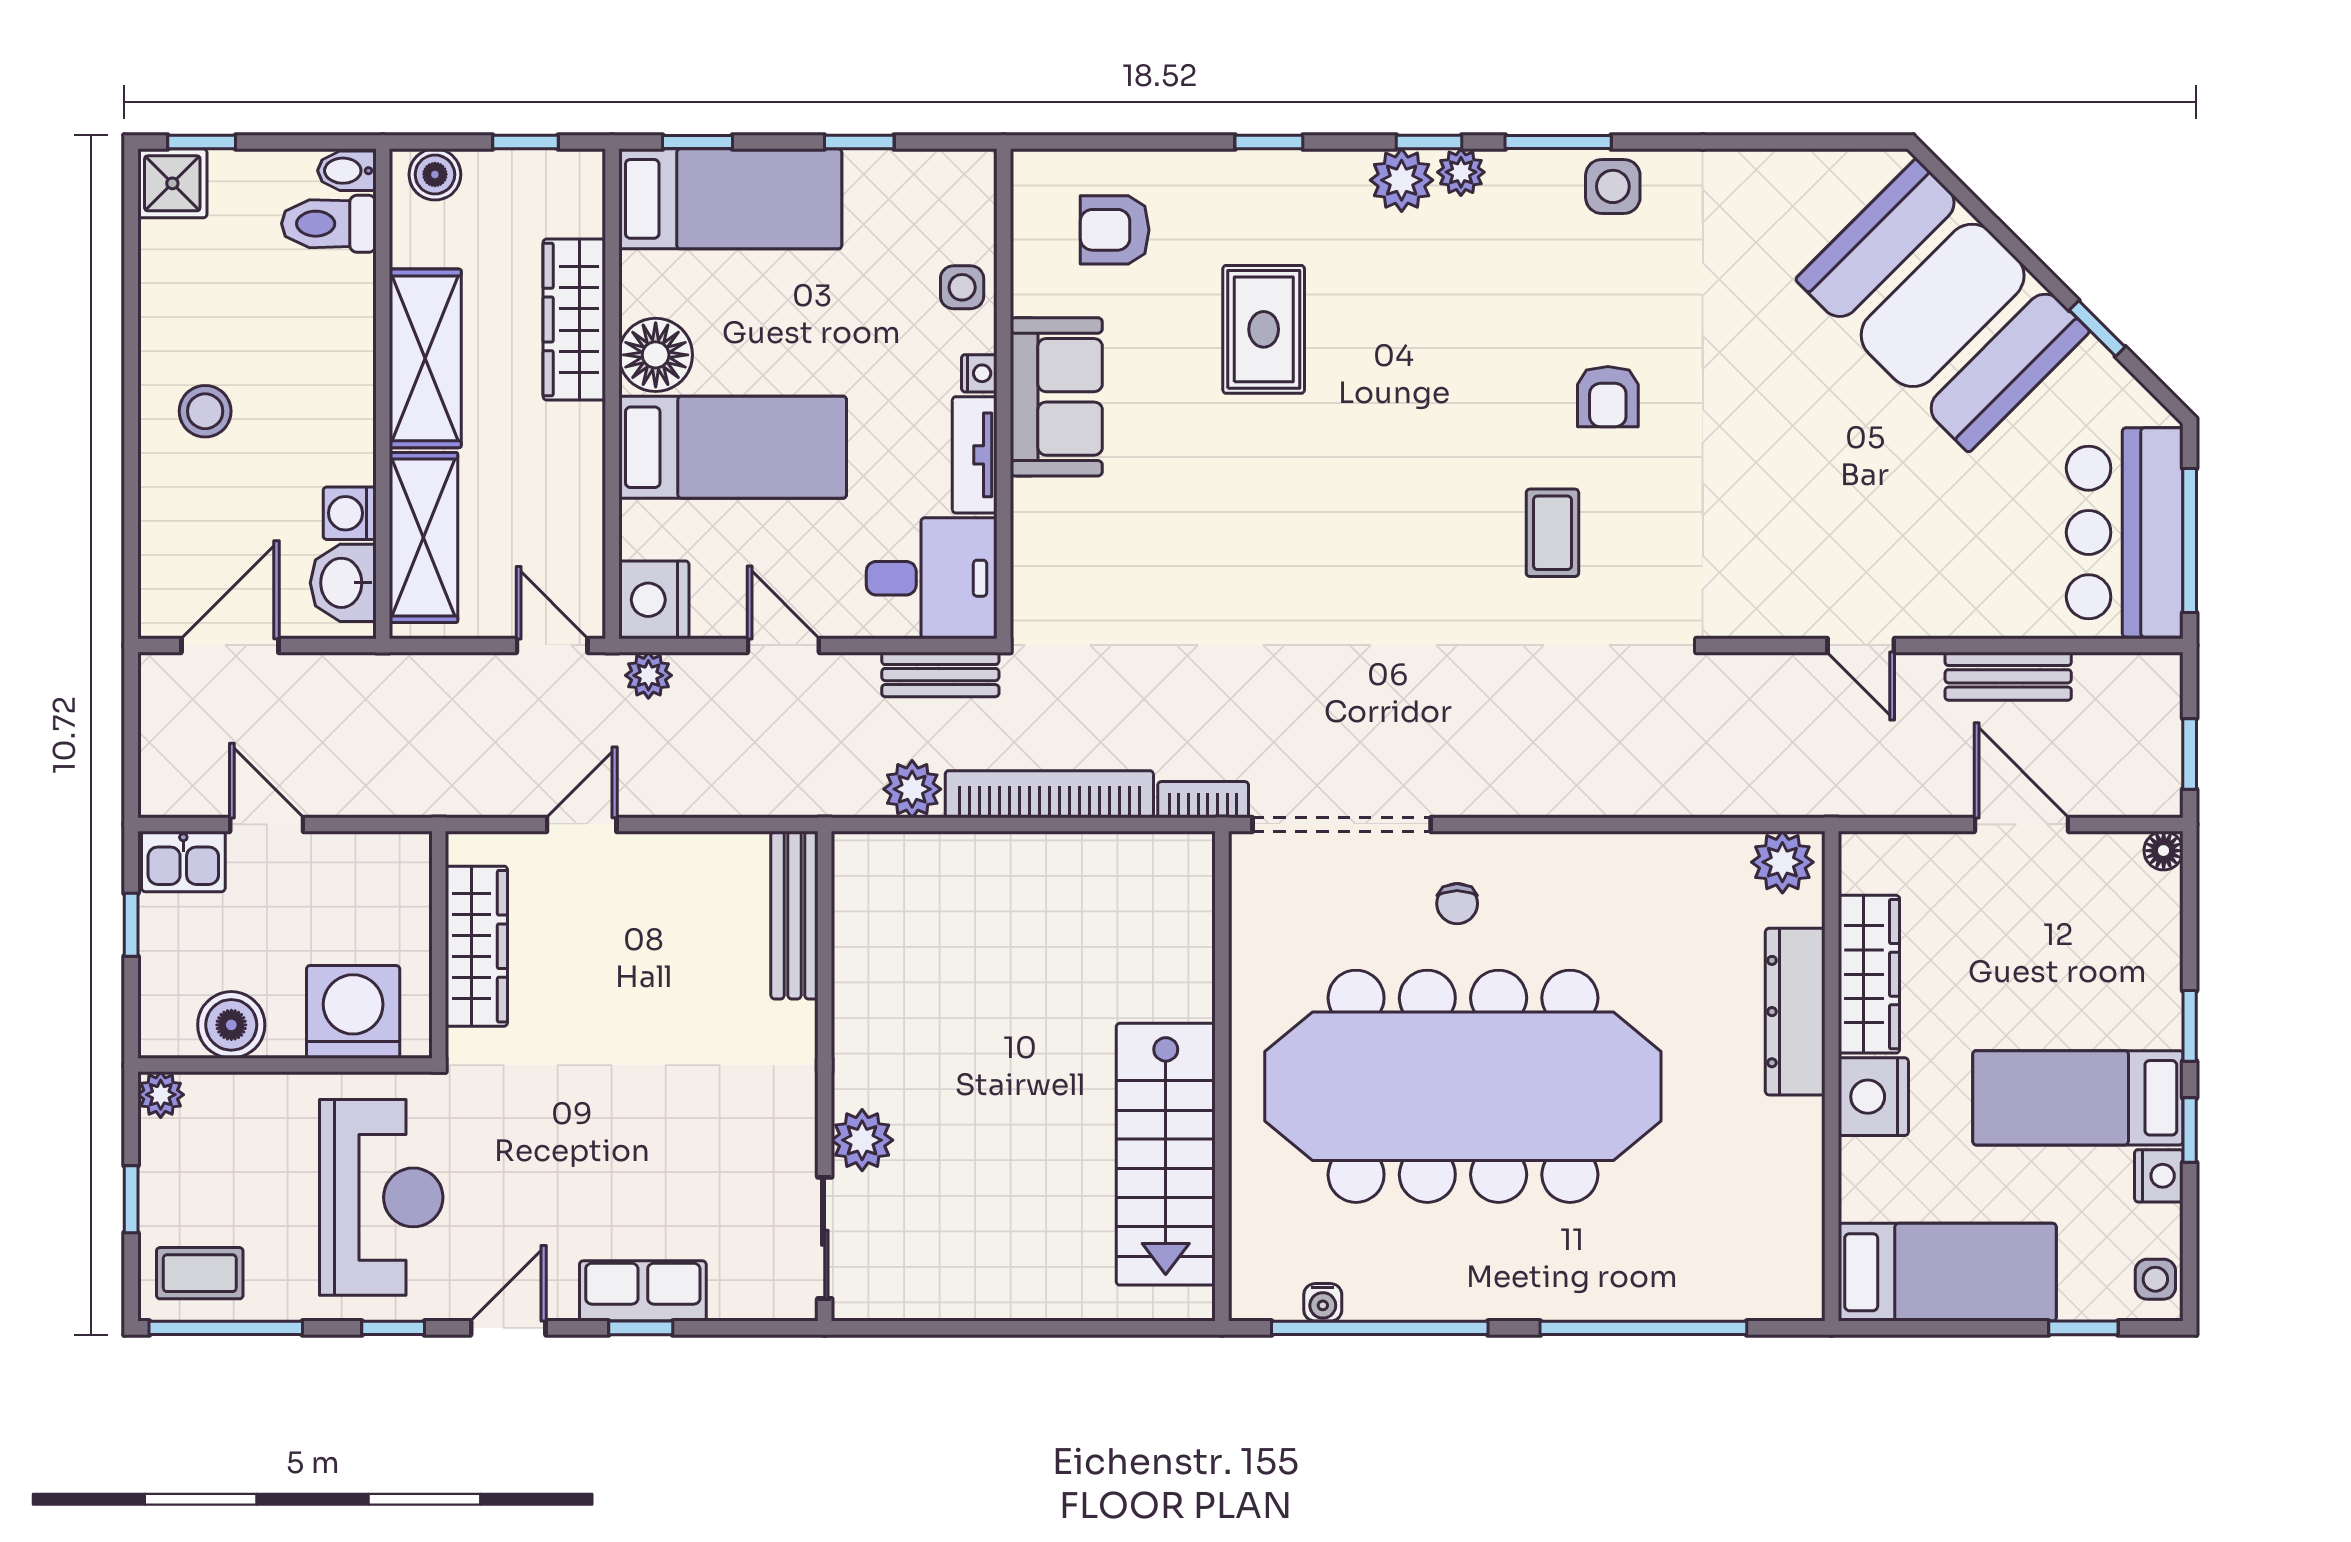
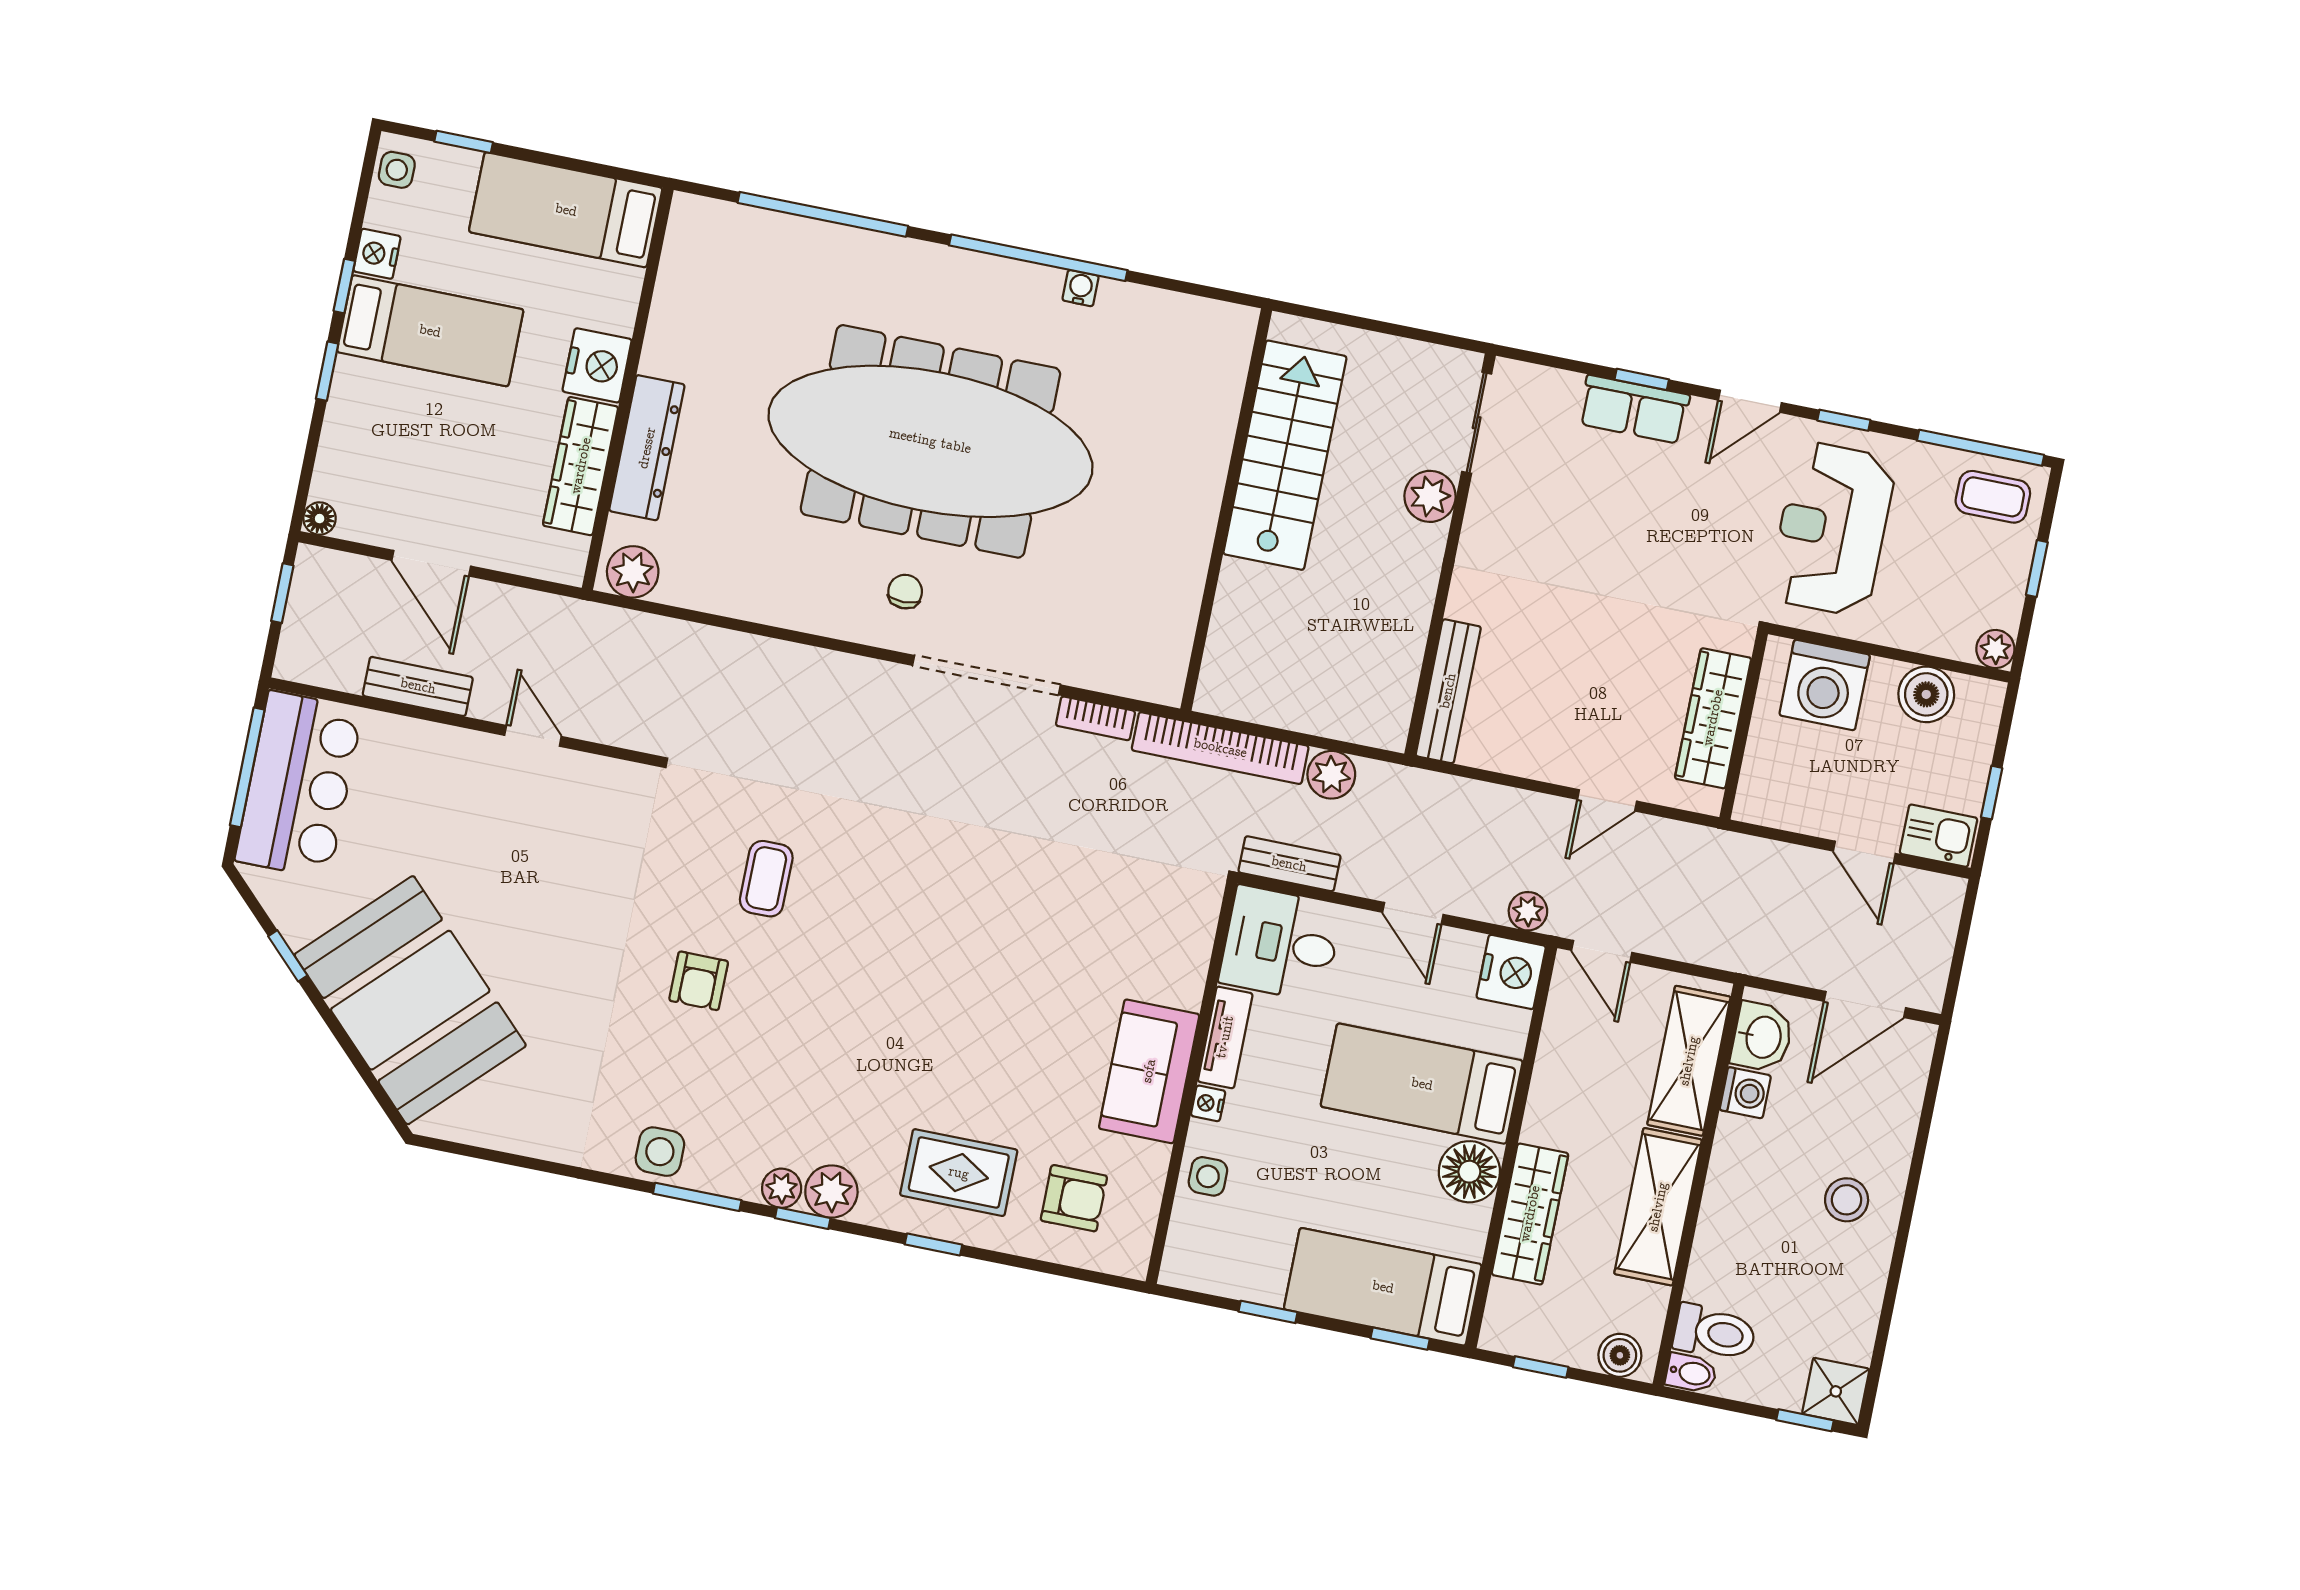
rug: (1264, 329) -> (959, 1173), moved, turned 90
armchair: (1608, 397) -> (699, 981), turned 180
wall: (1222, 1076) -> (1226, 510), moved
stairs: (1166, 1154) -> (1285, 455), moved

